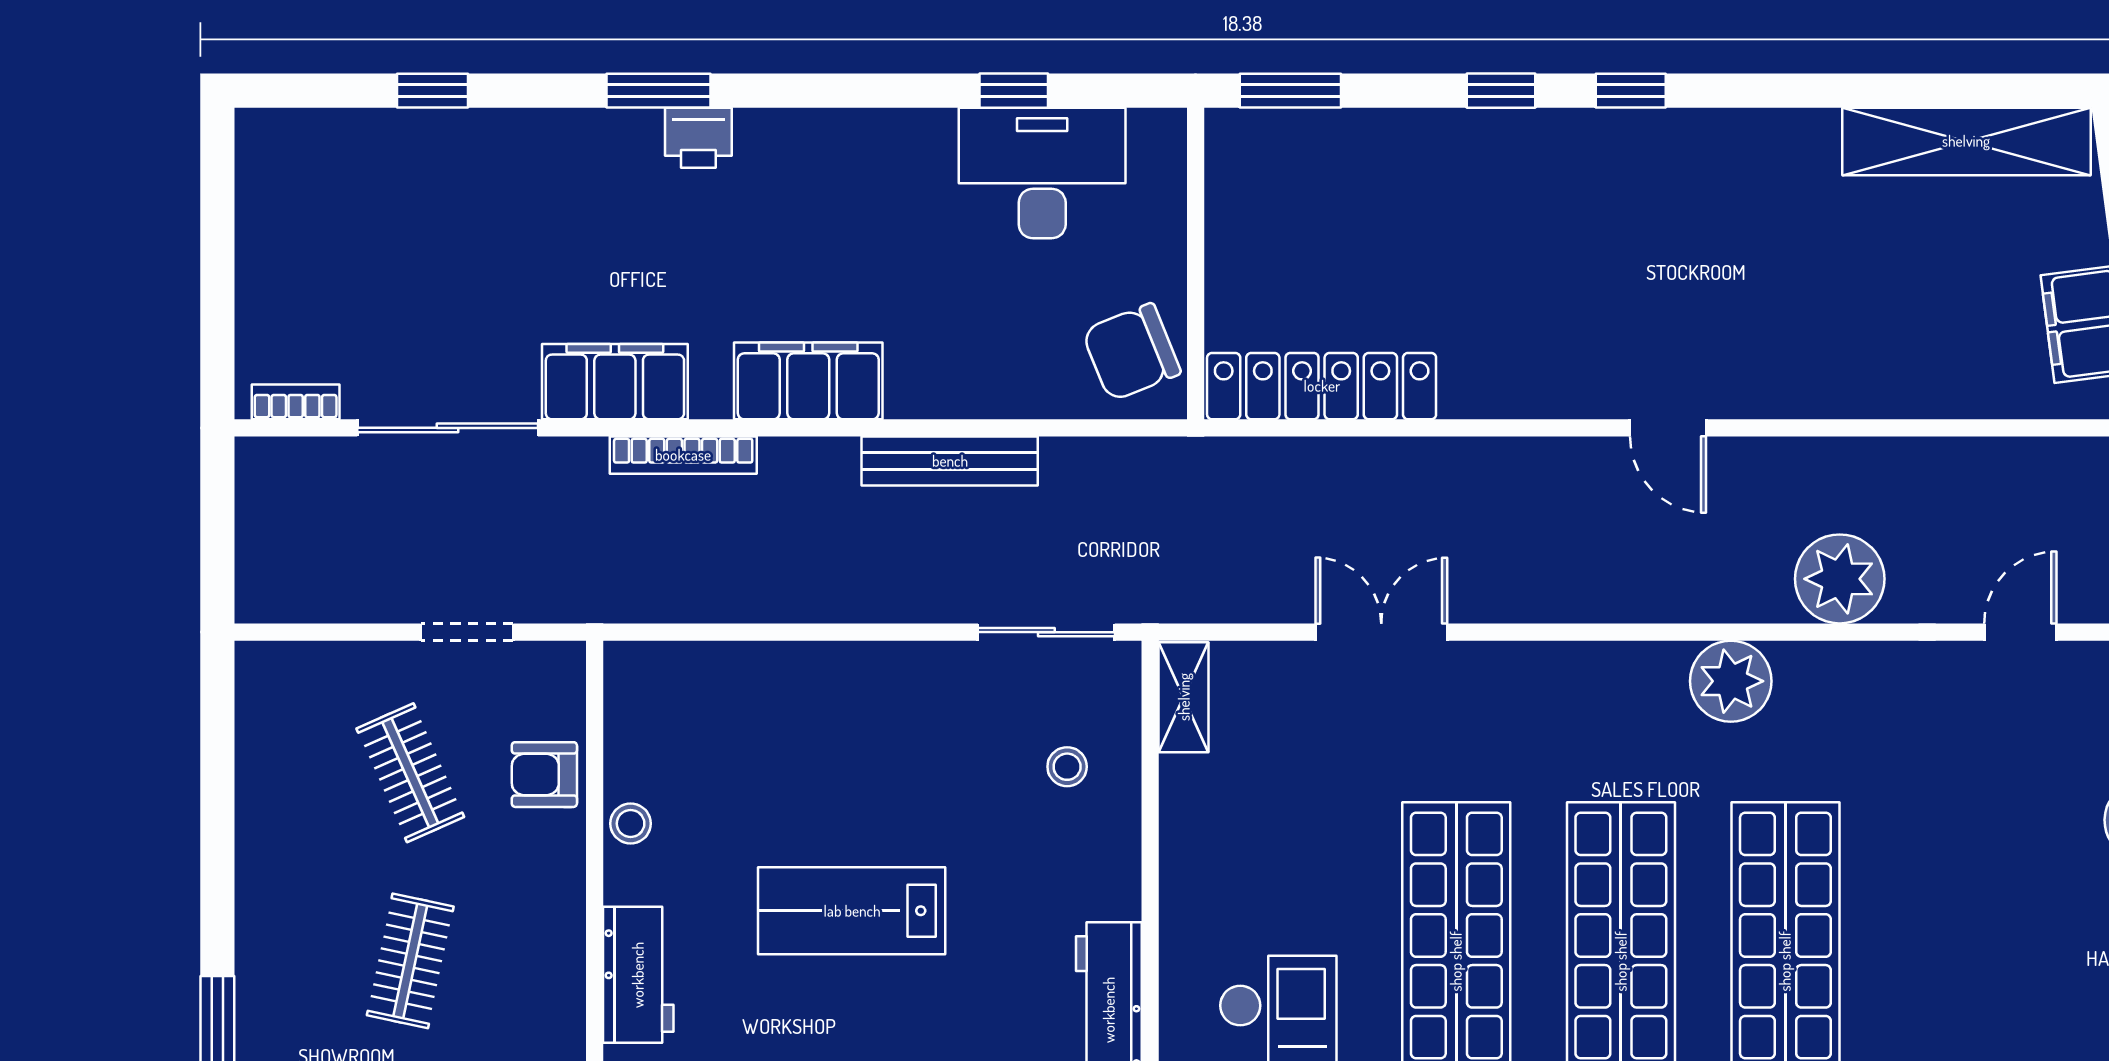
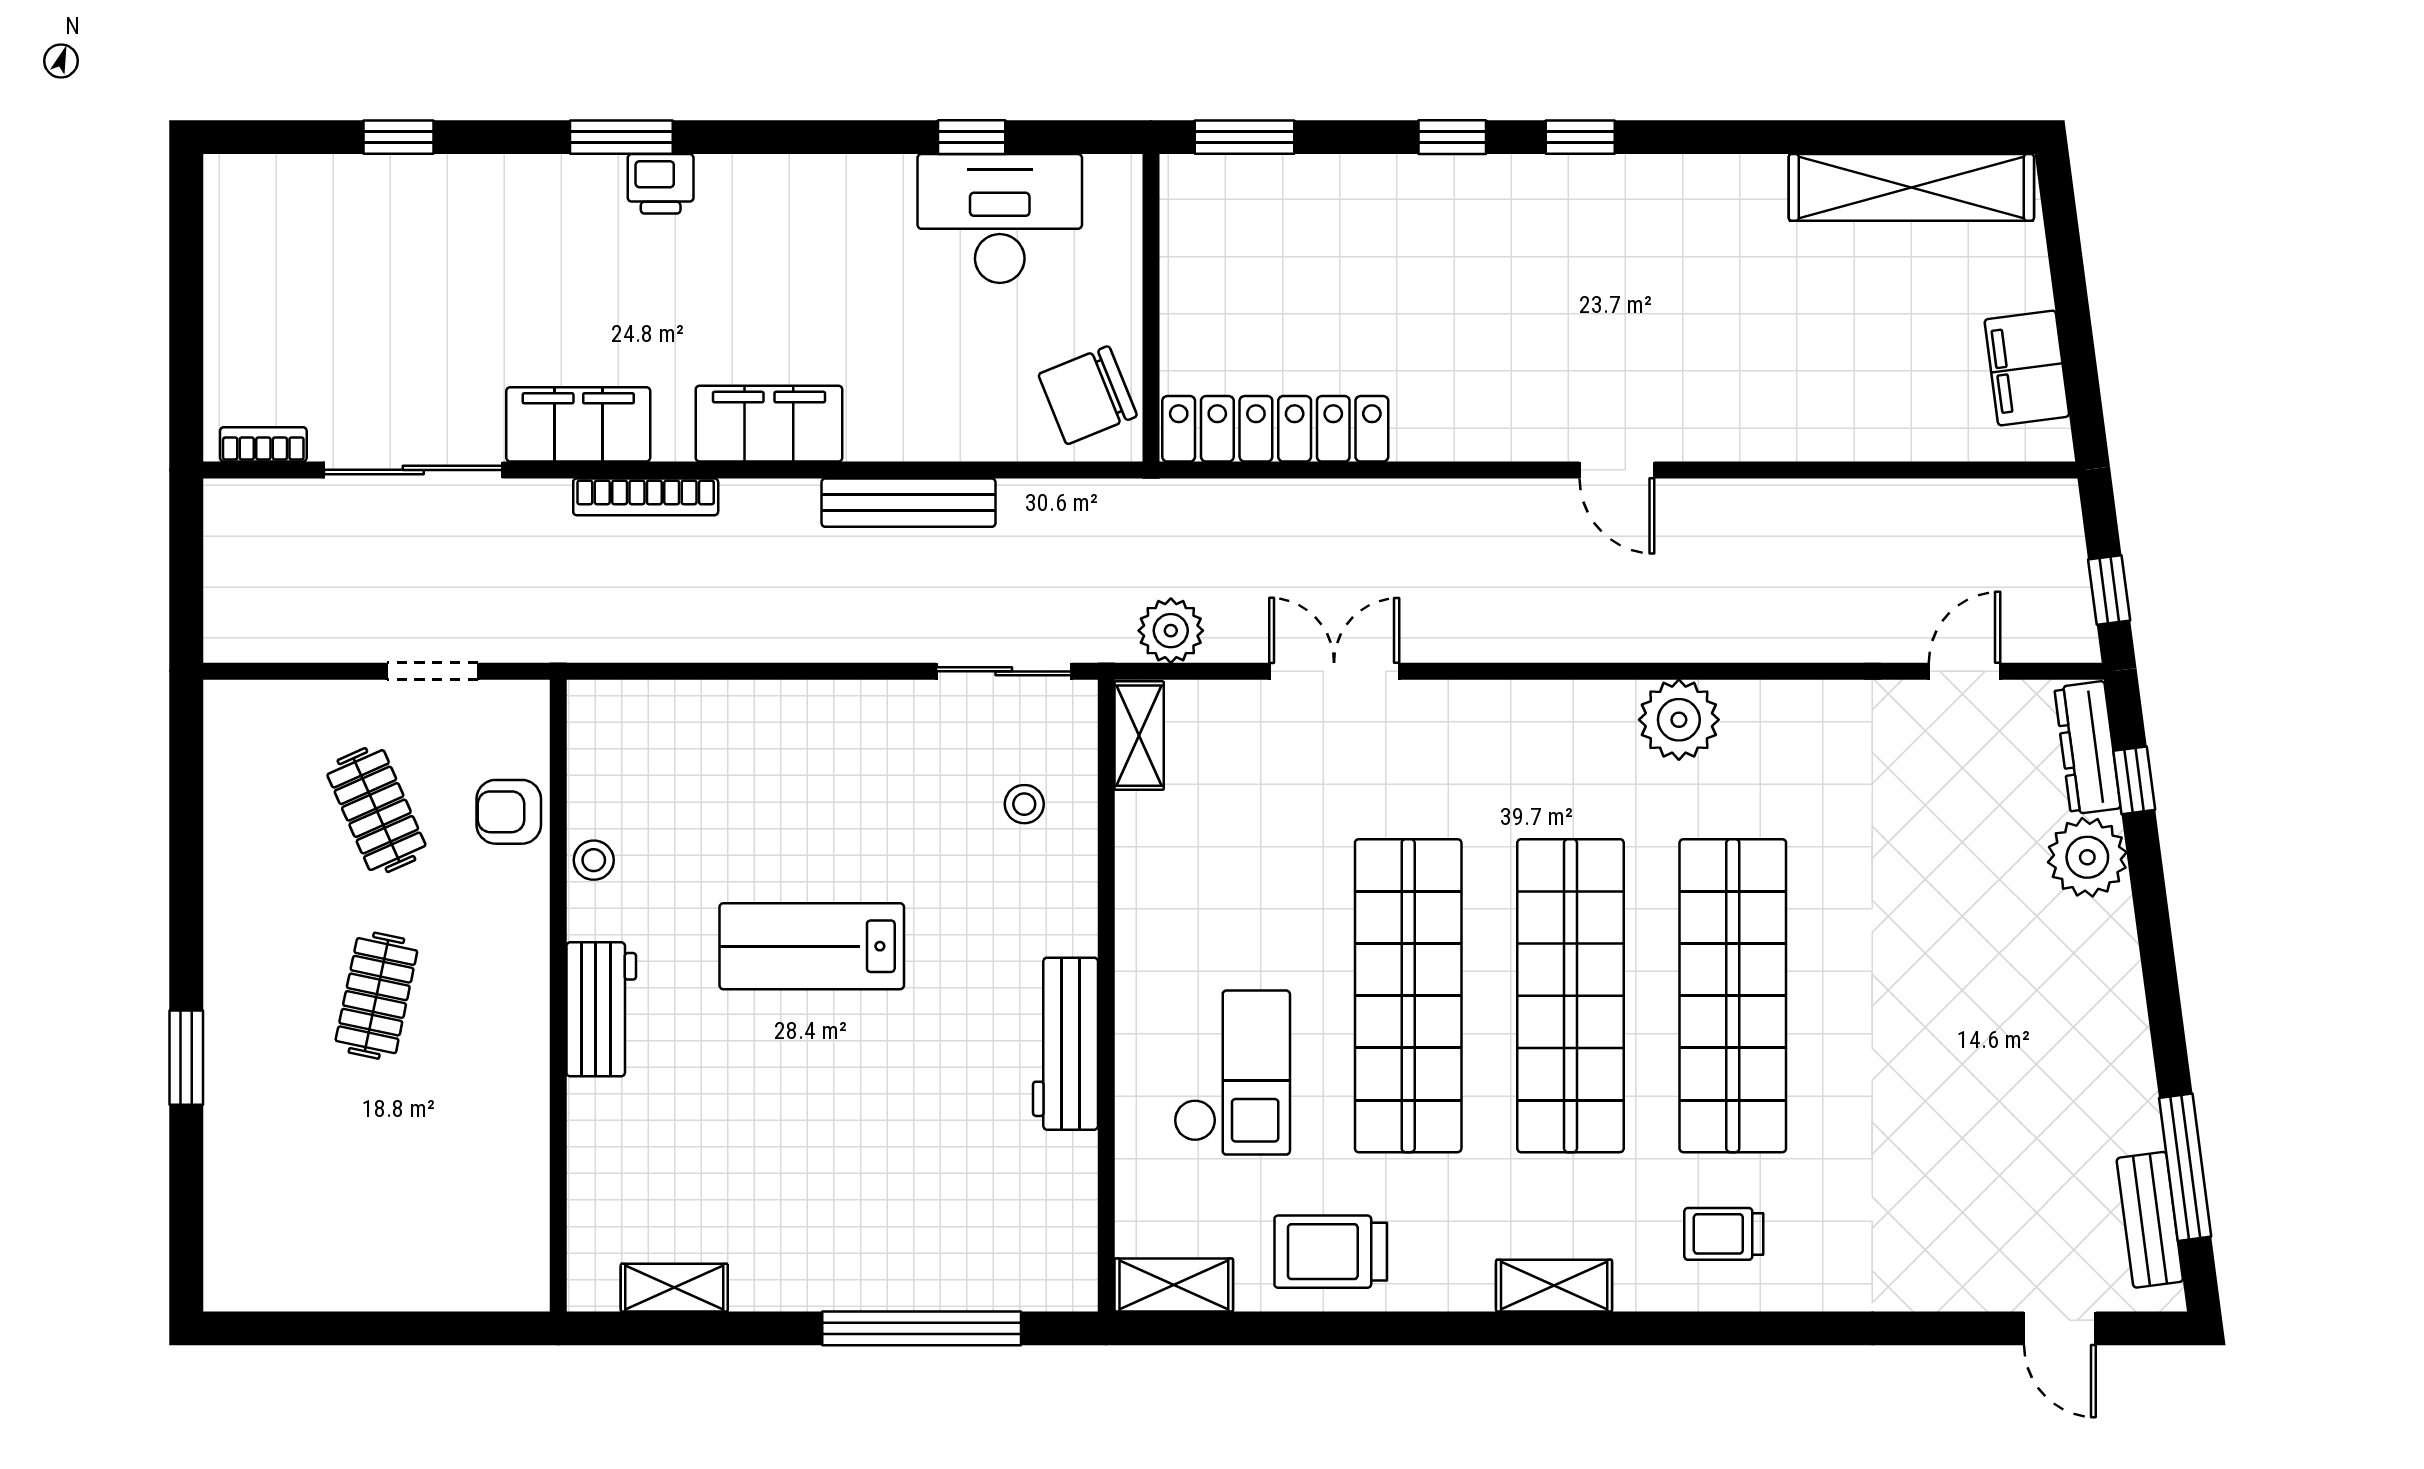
plant: (1840, 579) -> (1171, 631), moved, width x0.73, depth x0.73

